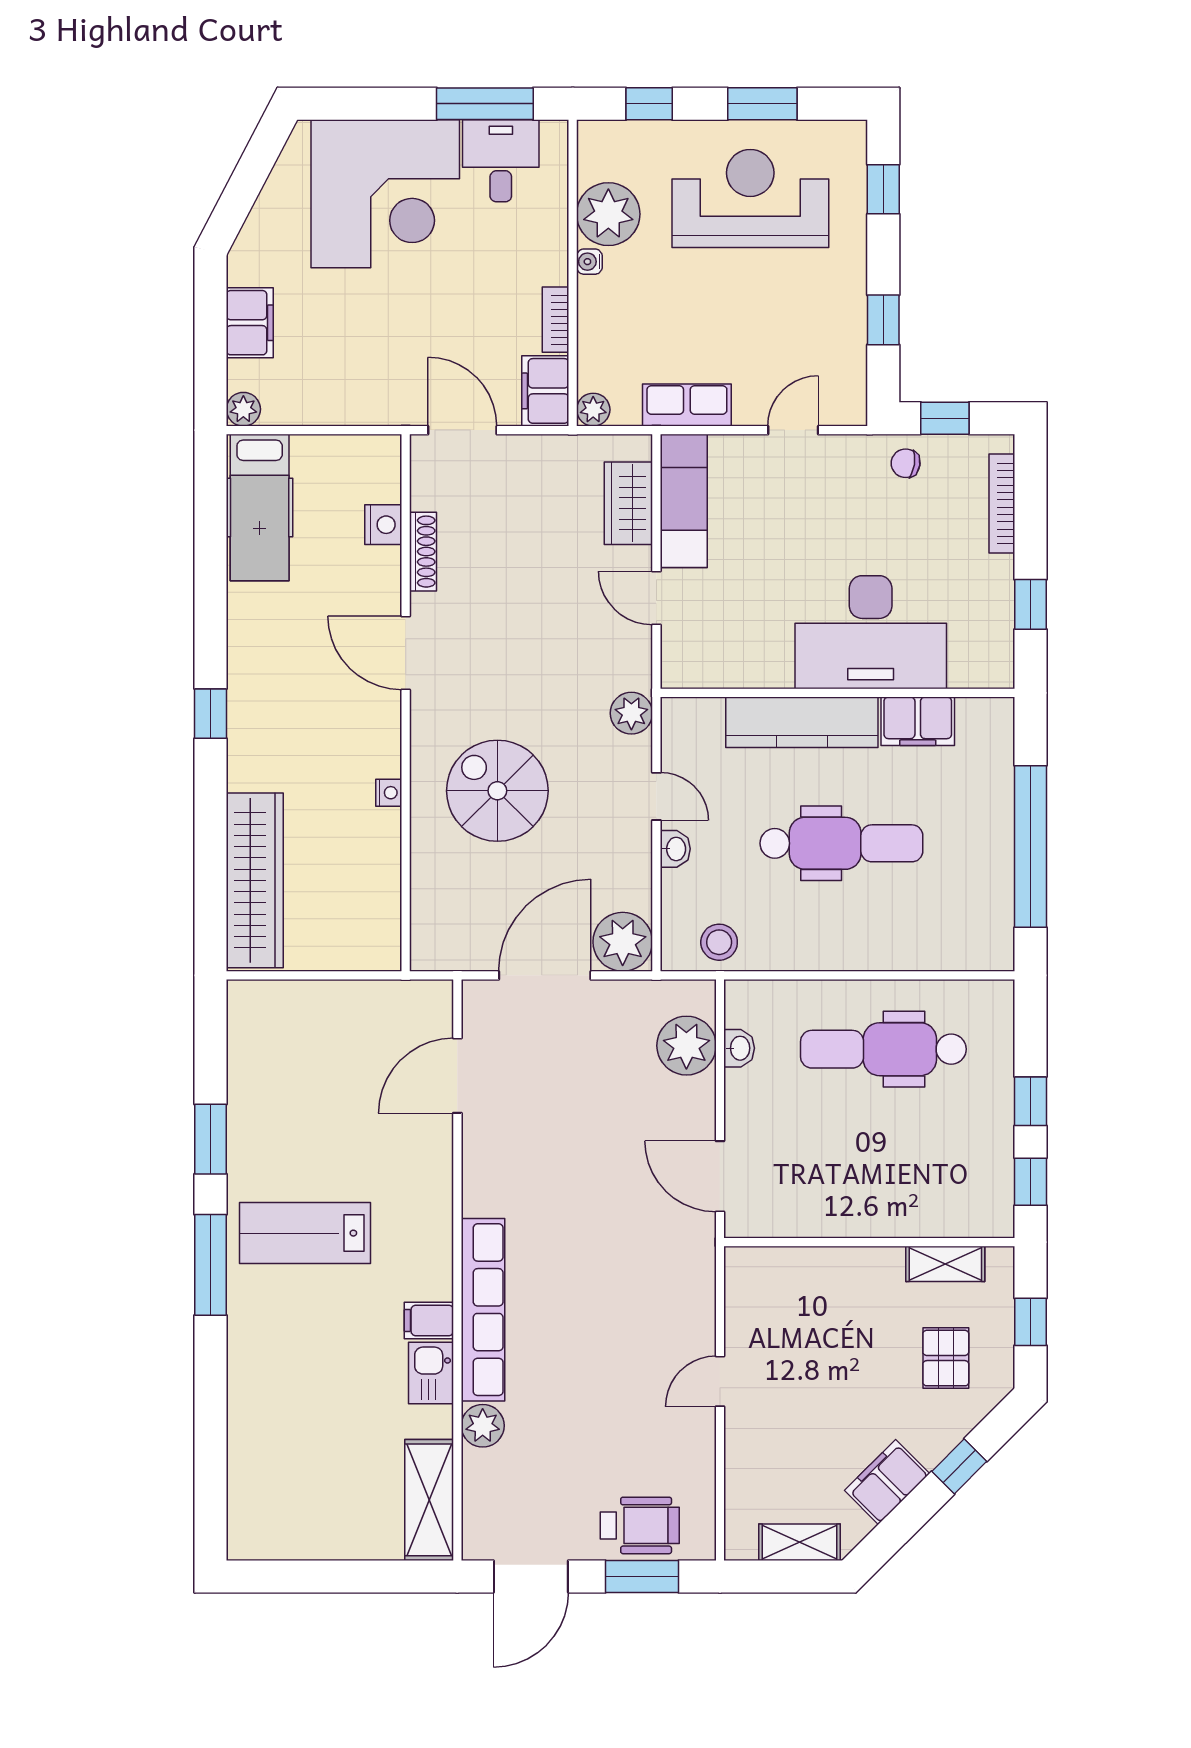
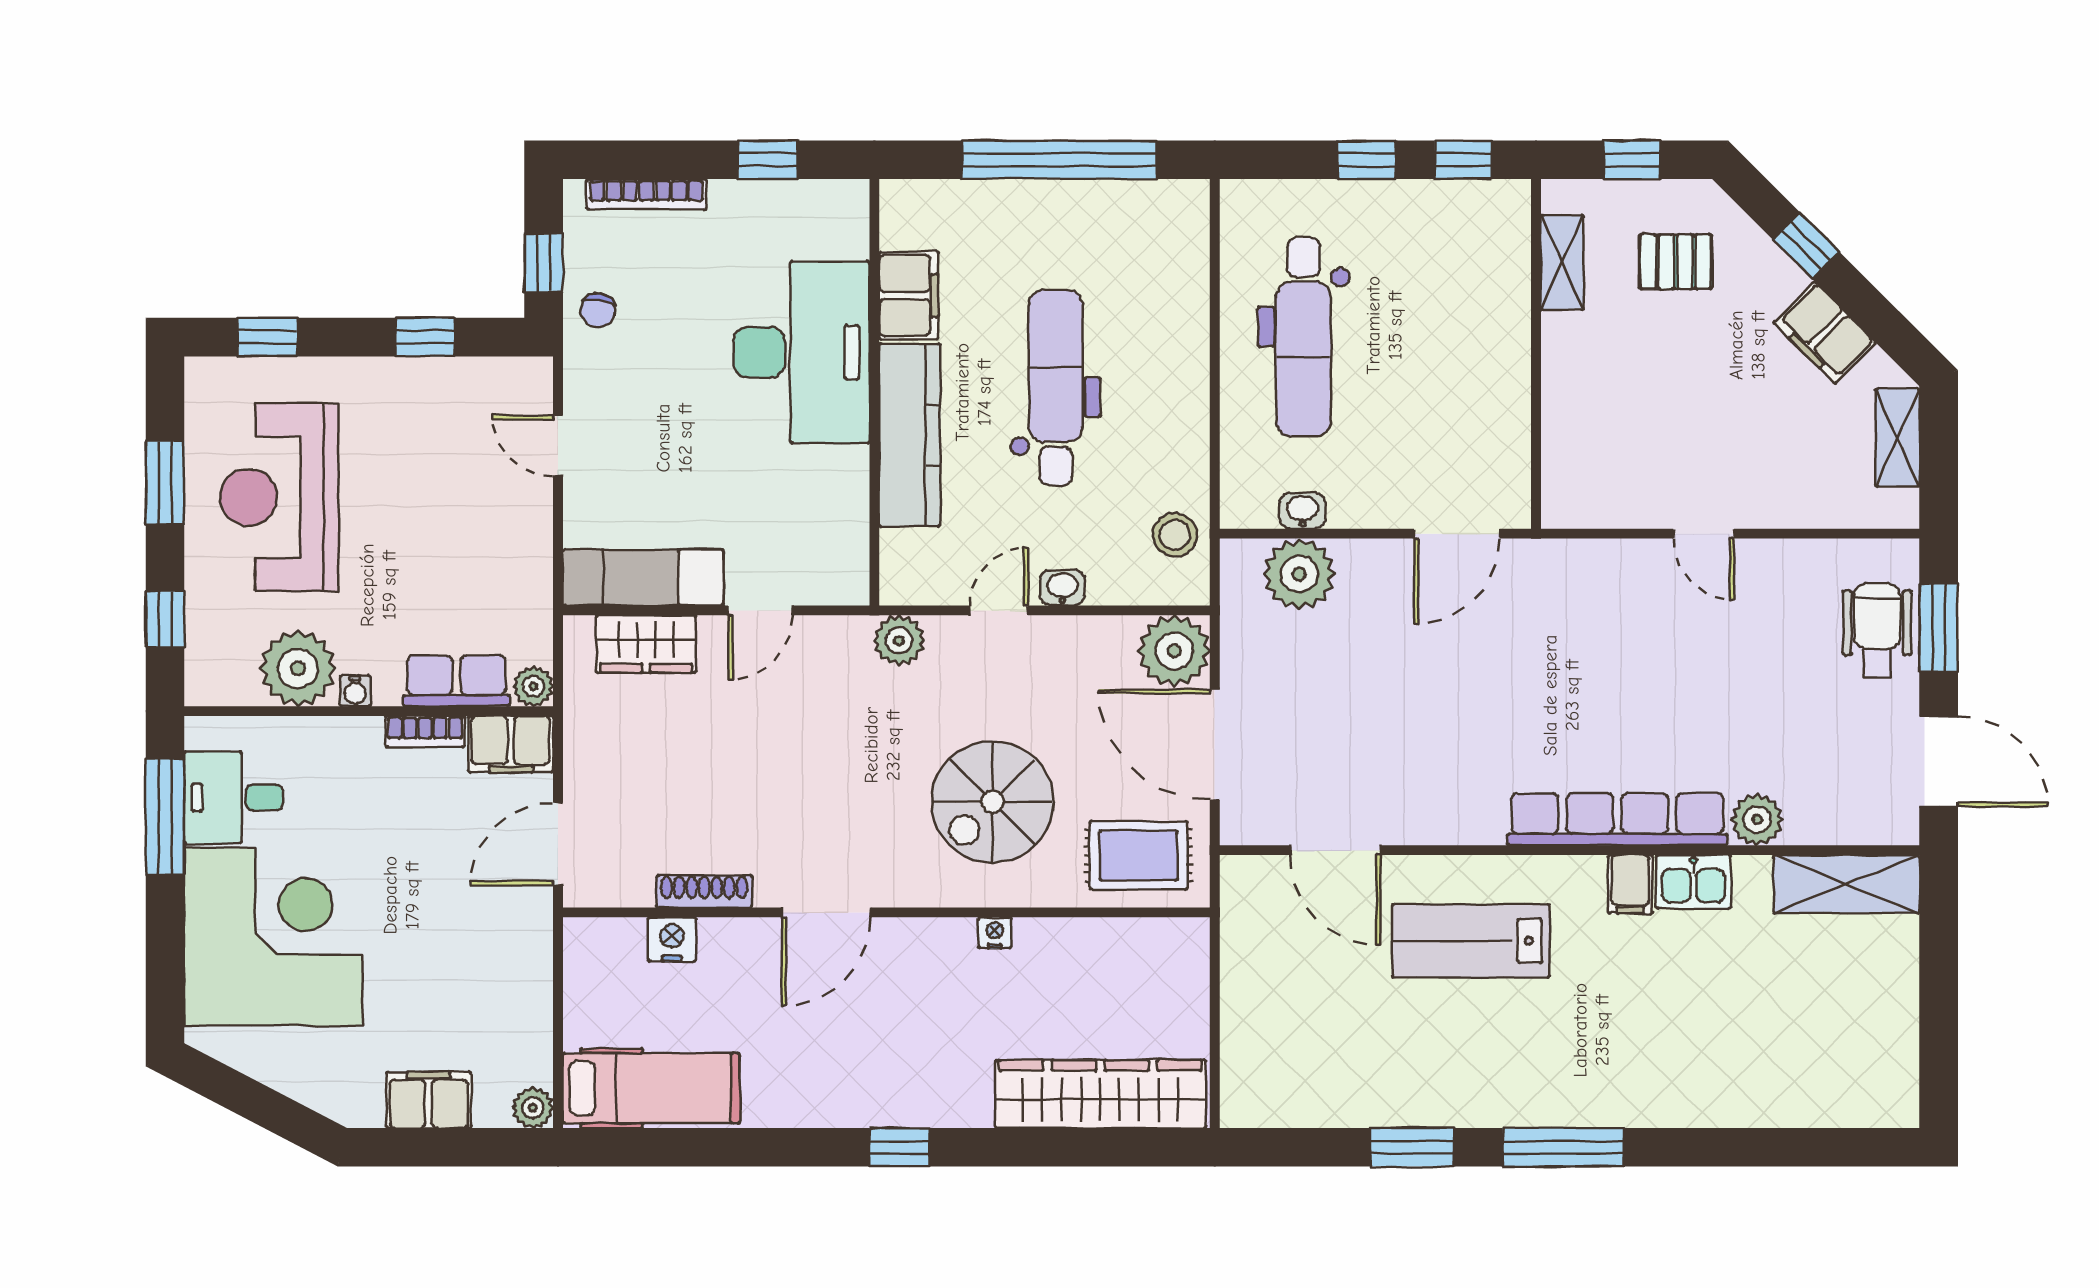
row of seats: (687, 405) -> (456, 681), moved, turned 90
rug: (453, 912) -> (1139, 855), added
lab bench: (305, 1233) -> (1471, 941), moved, turned 90

